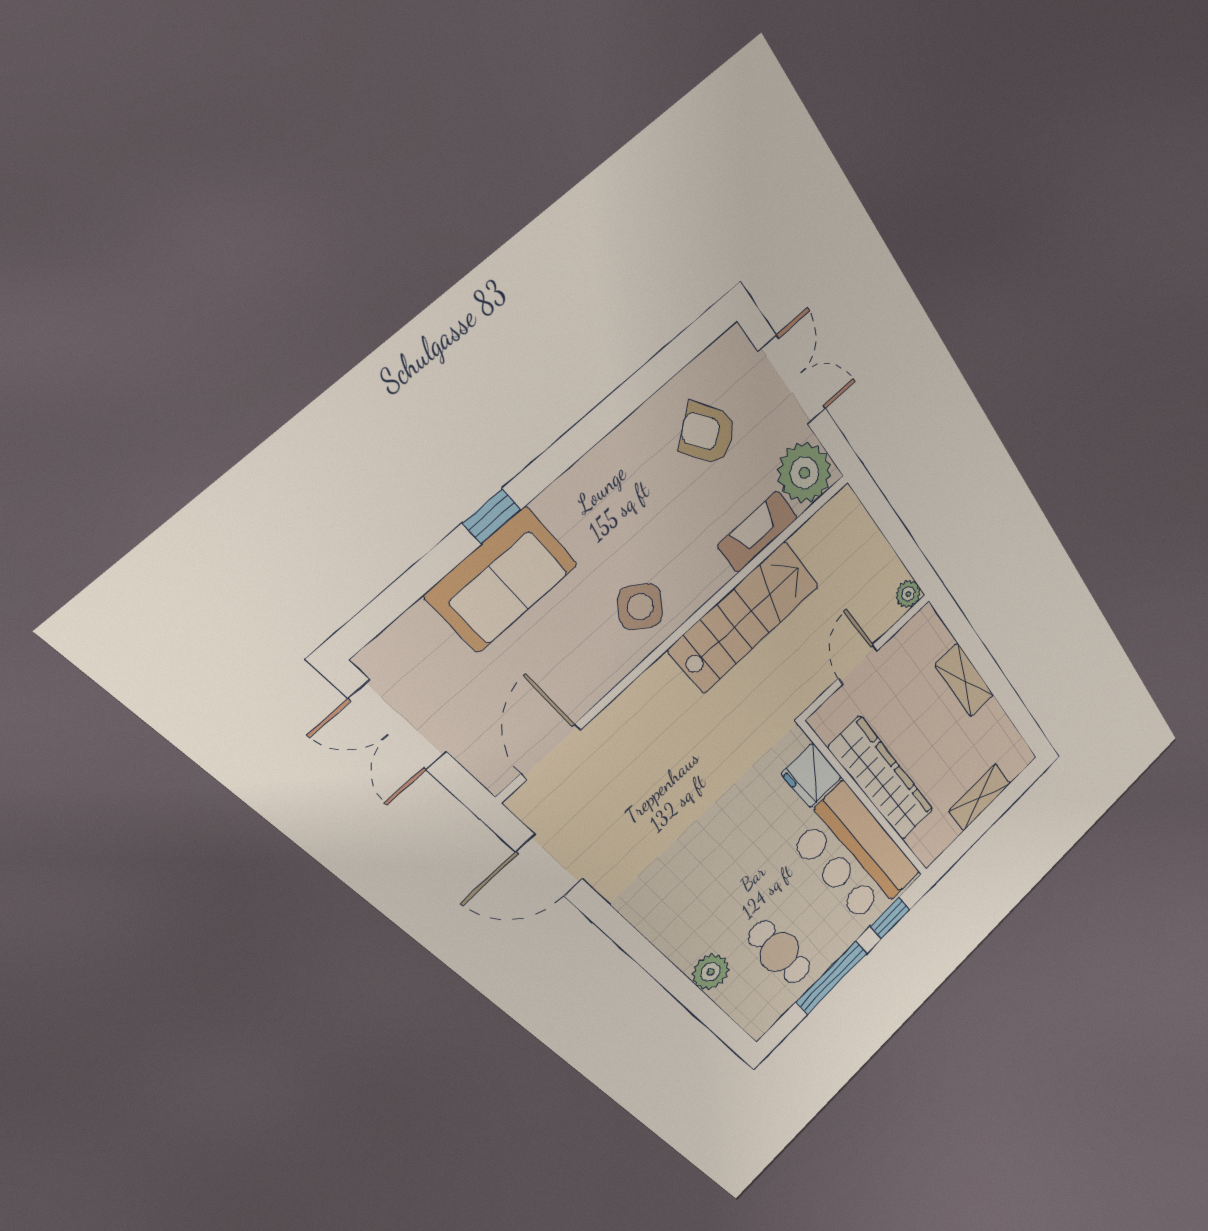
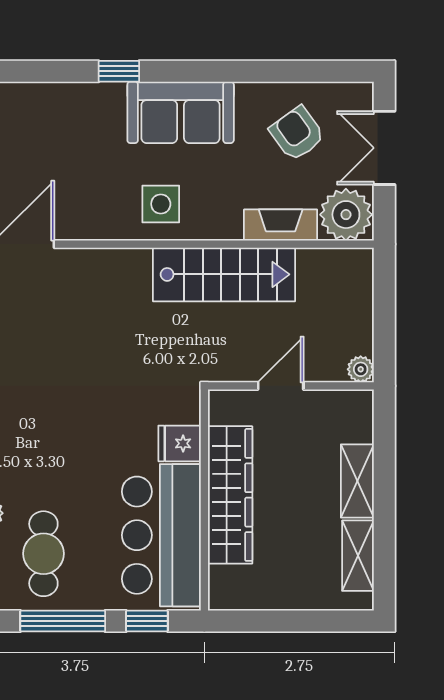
double door: (792, 380) -> (384, 148), swing flipped
sofa: (502, 580) -> (181, 112), moved
side table: (640, 607) -> (161, 204), turned -35
fridge: (812, 775) -> (180, 443), width x0.72
shelving: (980, 797) -> (358, 556), moved, turned 90

